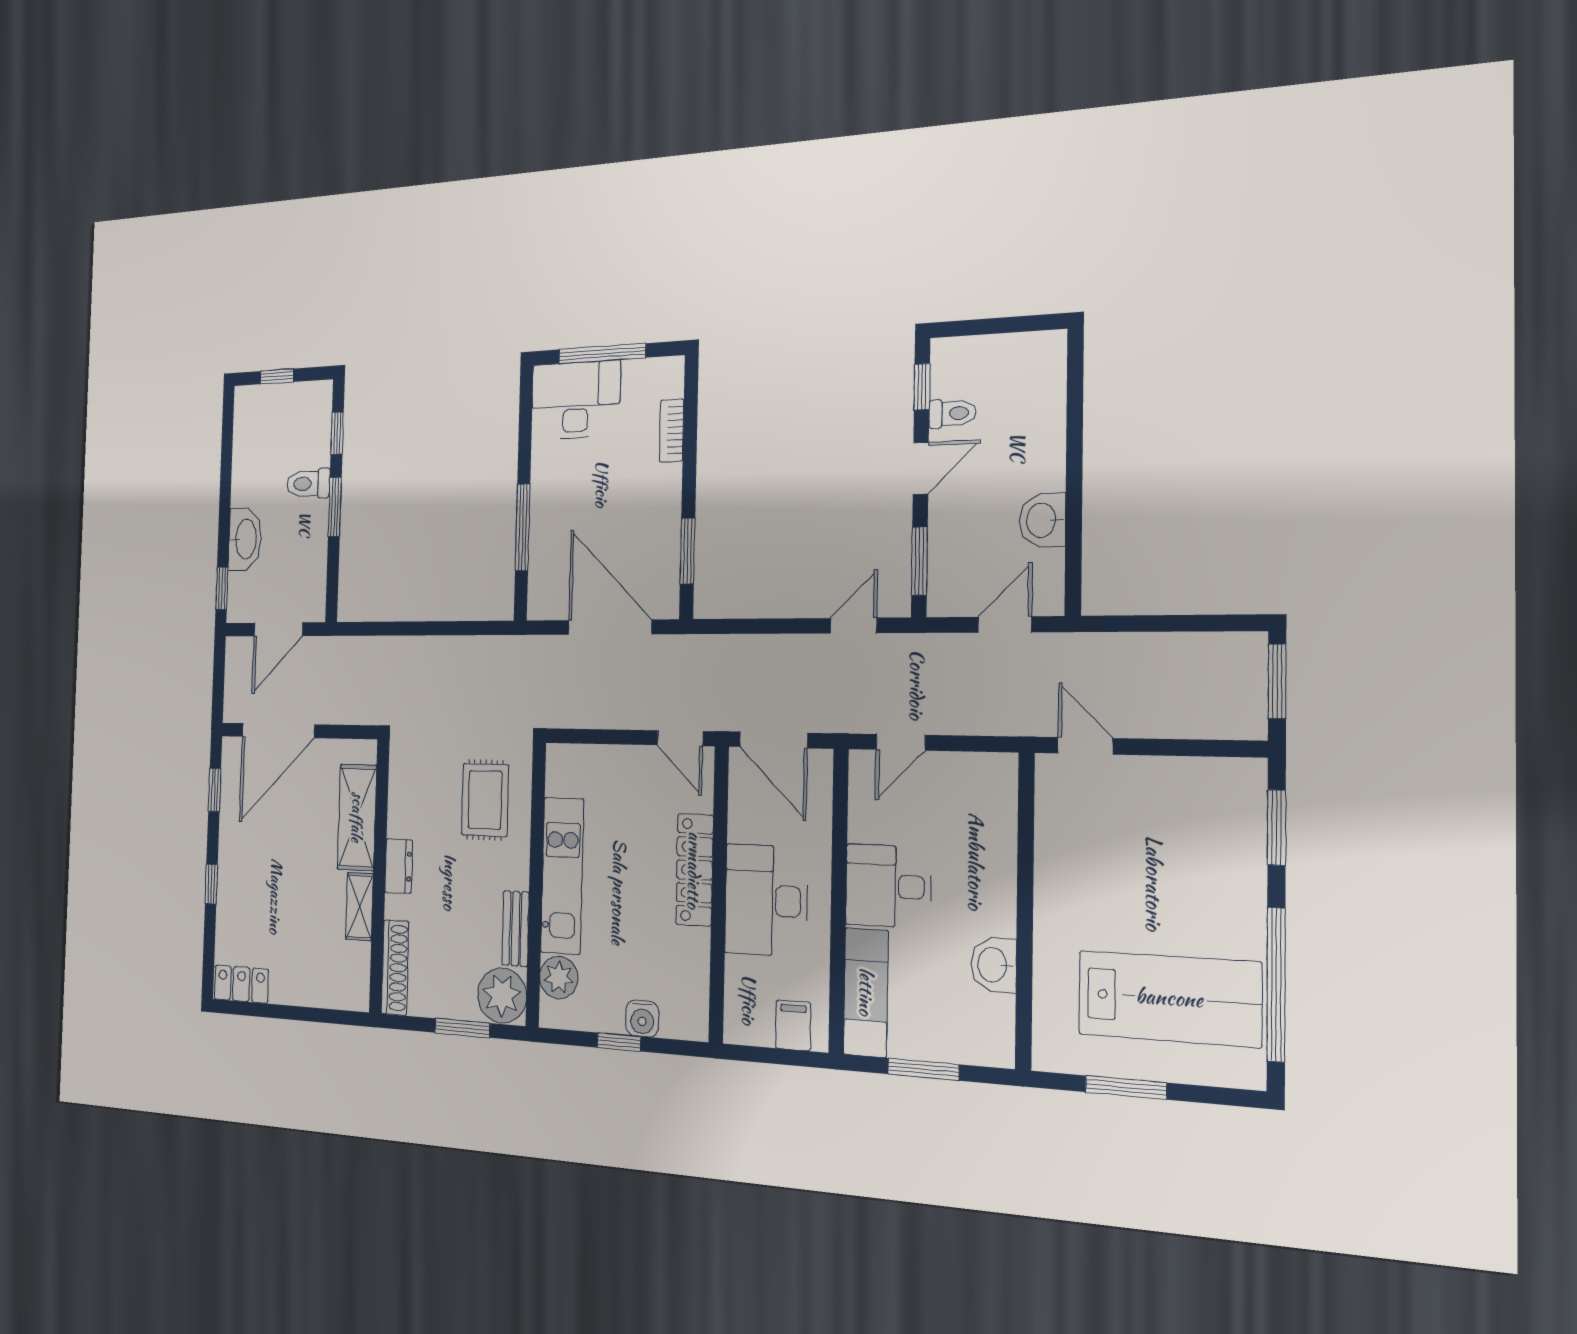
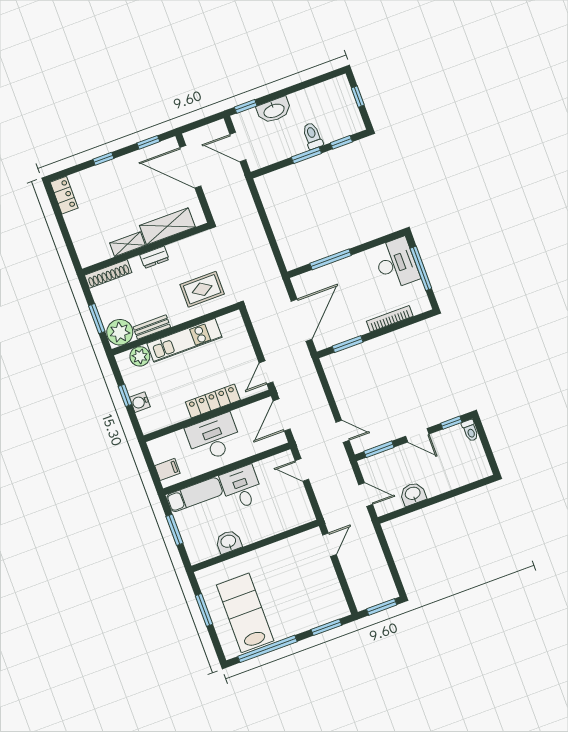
toilet: (952, 413) -> (470, 430), moved
bookcase: (672, 431) -> (390, 319), width x1.56
lab bench: (1169, 998) -> (245, 613), turned 180

